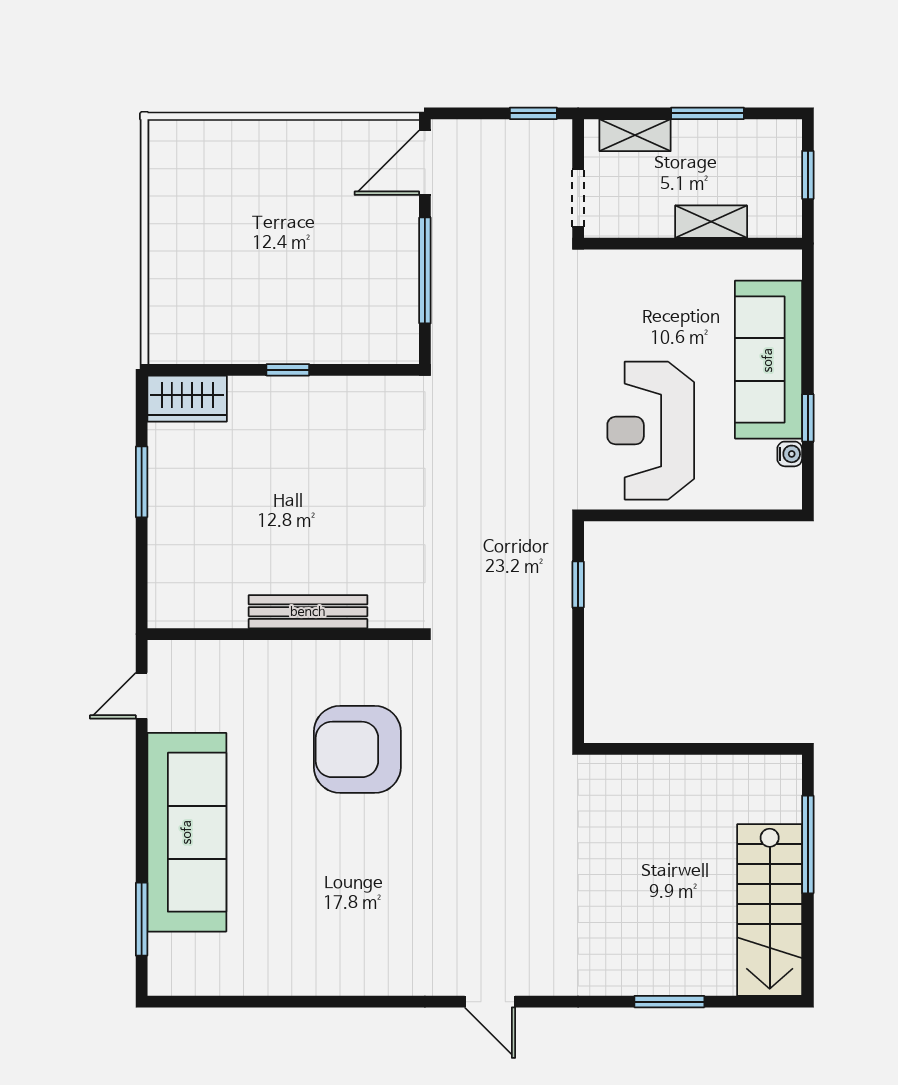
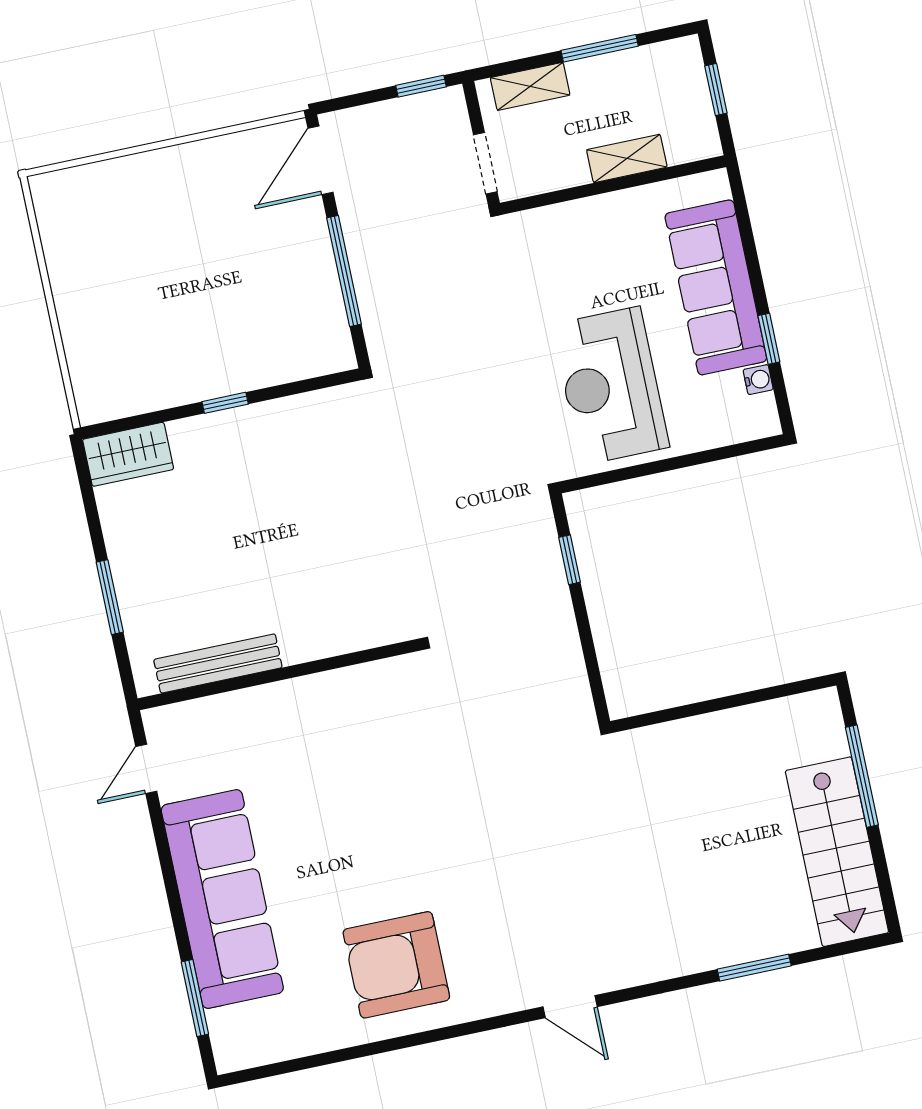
window: (142, 482) -> (110, 597), moved
bench: (308, 612) -> (218, 664), moved
armchair: (357, 749) -> (396, 965), moved

